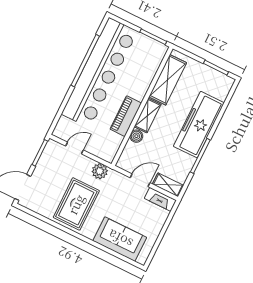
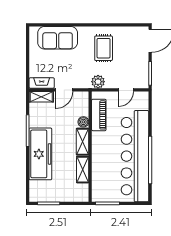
shelving: (168, 80) -> (83, 170), width x0.67, depth x0.75
piano: (126, 116) -> (99, 115), moved
rug: (76, 204) -> (104, 48), width x0.73, depth x0.70

